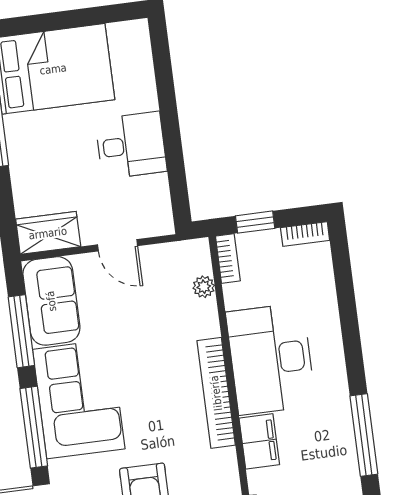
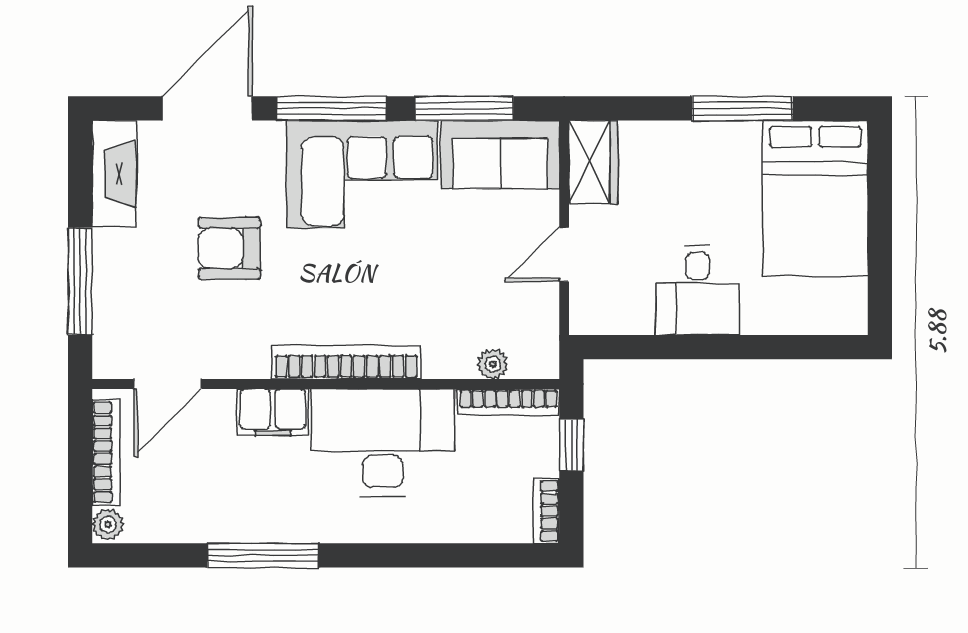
bookcase: (228, 258) -> (508, 402), width x1.56

